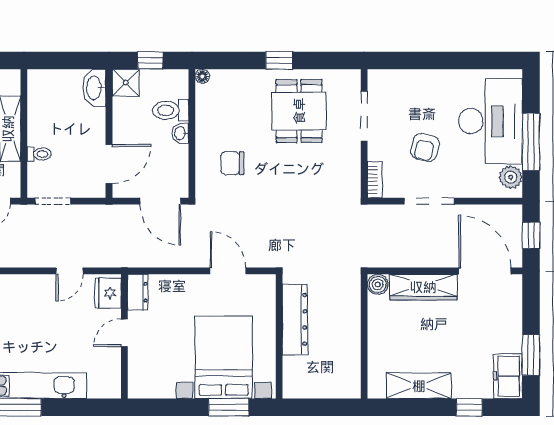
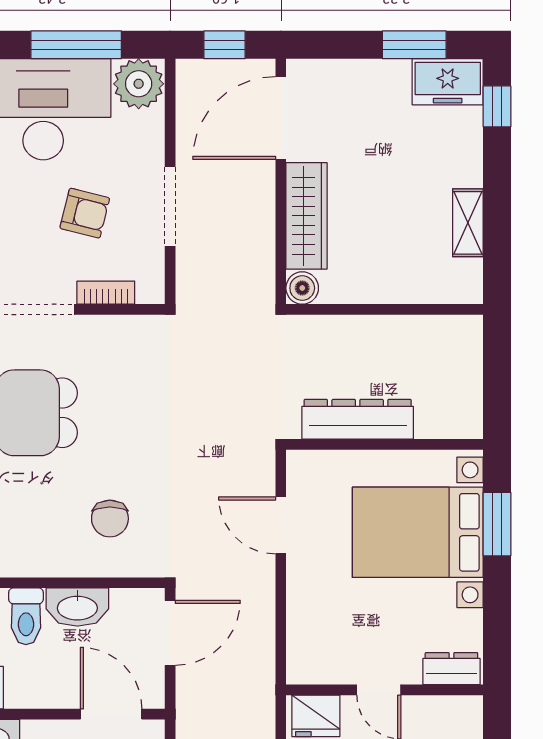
washbasin: (180, 133) -> (77, 607), width x1.91, depth x1.45
plant: (511, 177) -> (139, 84), width x1.36, depth x1.36
bookcase: (375, 180) -> (106, 293), moved
door: (228, 271) -> (281, 525), hinge flipped
dresser: (138, 292) -> (451, 669), moved
shelving: (419, 386) -> (468, 223), width x0.67, depth x0.75
window: (469, 407) -> (497, 106), moved

